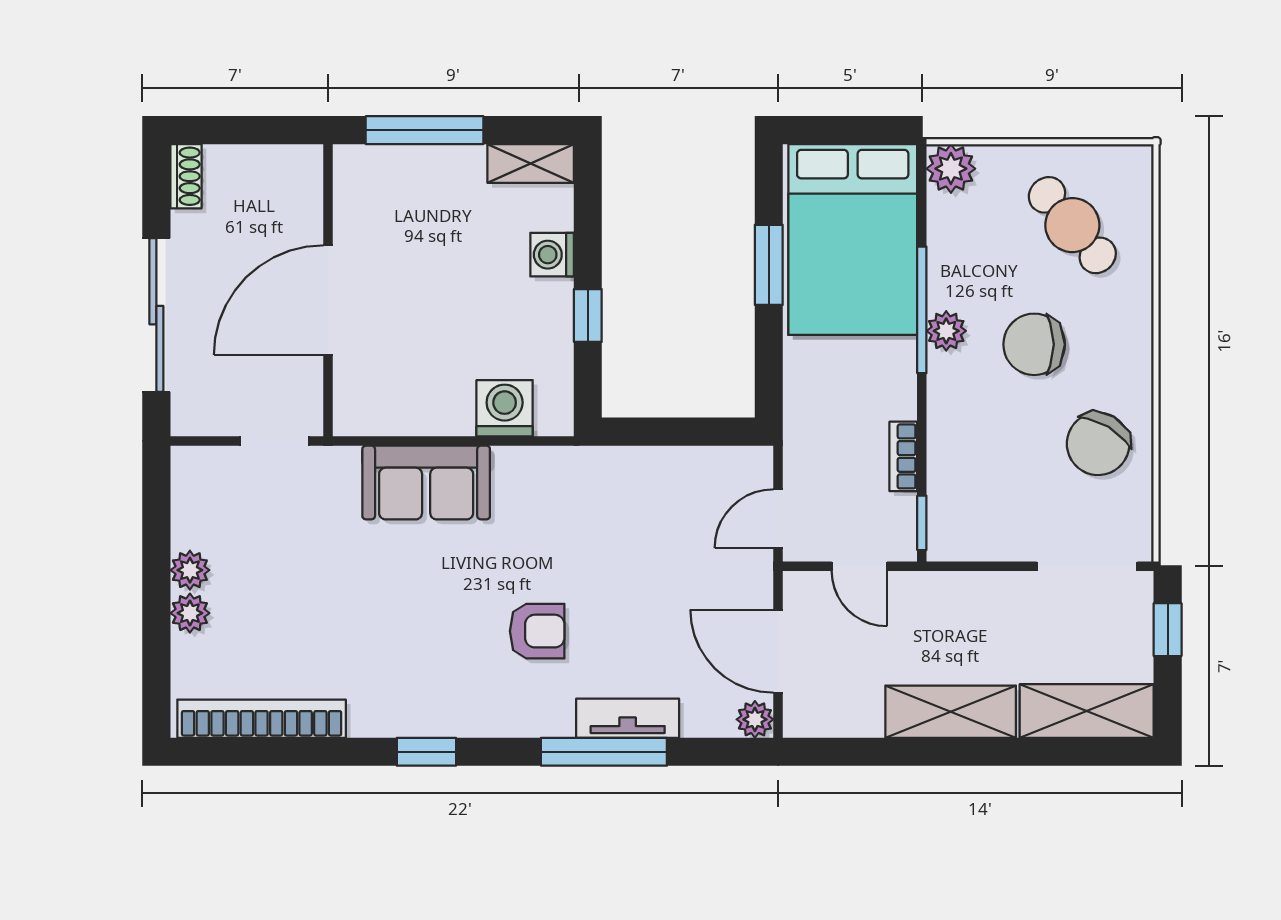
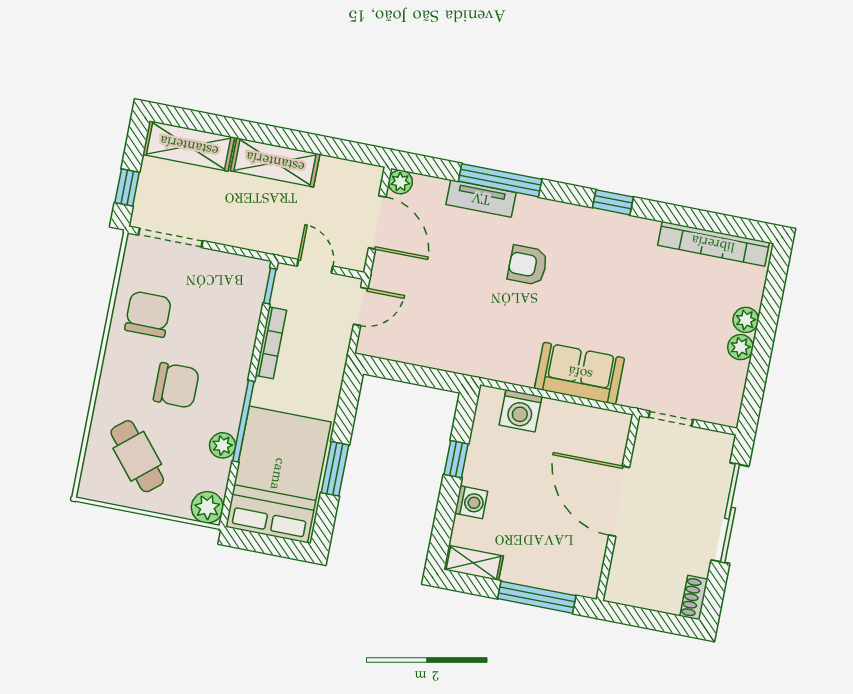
door: (328, 300) -> (619, 501), swing flipped
plant: (946, 331) -> (222, 445), moved
chair: (1098, 444) -> (148, 314), turned -31
bookcase: (903, 456) -> (271, 343), width x1.56

